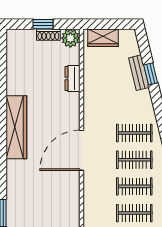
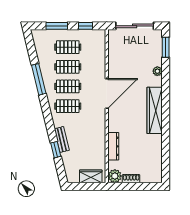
window: (43, 24) -> (135, 186), removed
bench: (139, 73) -> (62, 139), moved
dresser: (72, 79) -> (113, 146), width x1.44
plant: (13, 180) -> (157, 71), added

